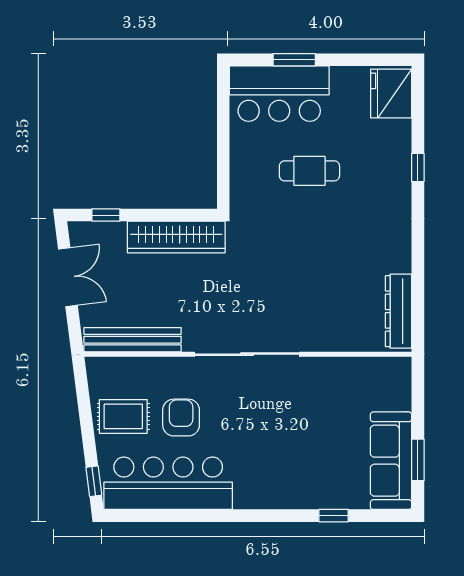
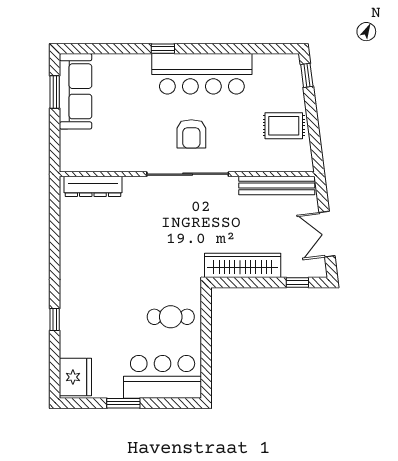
window: (294, 60) -> (123, 403), moved
cafe table: (309, 171) -> (171, 317), moved
dresser: (398, 311) -> (93, 186), moved, turned 90
armchair: (181, 418) -> (191, 134), moved
bar counter: (168, 483) -> (202, 74), moved
window: (334, 516) -> (163, 49), moved

